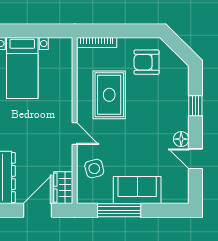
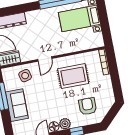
armchair: (147, 62) -> (88, 106), moved
plant: (180, 121) -> (65, 124), added

